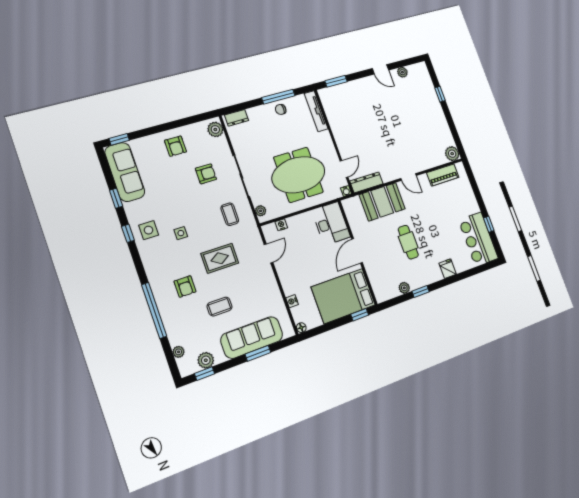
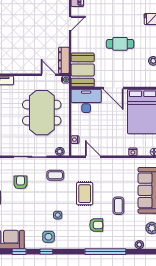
booth: (382, 202) -> (83, 70), moved

